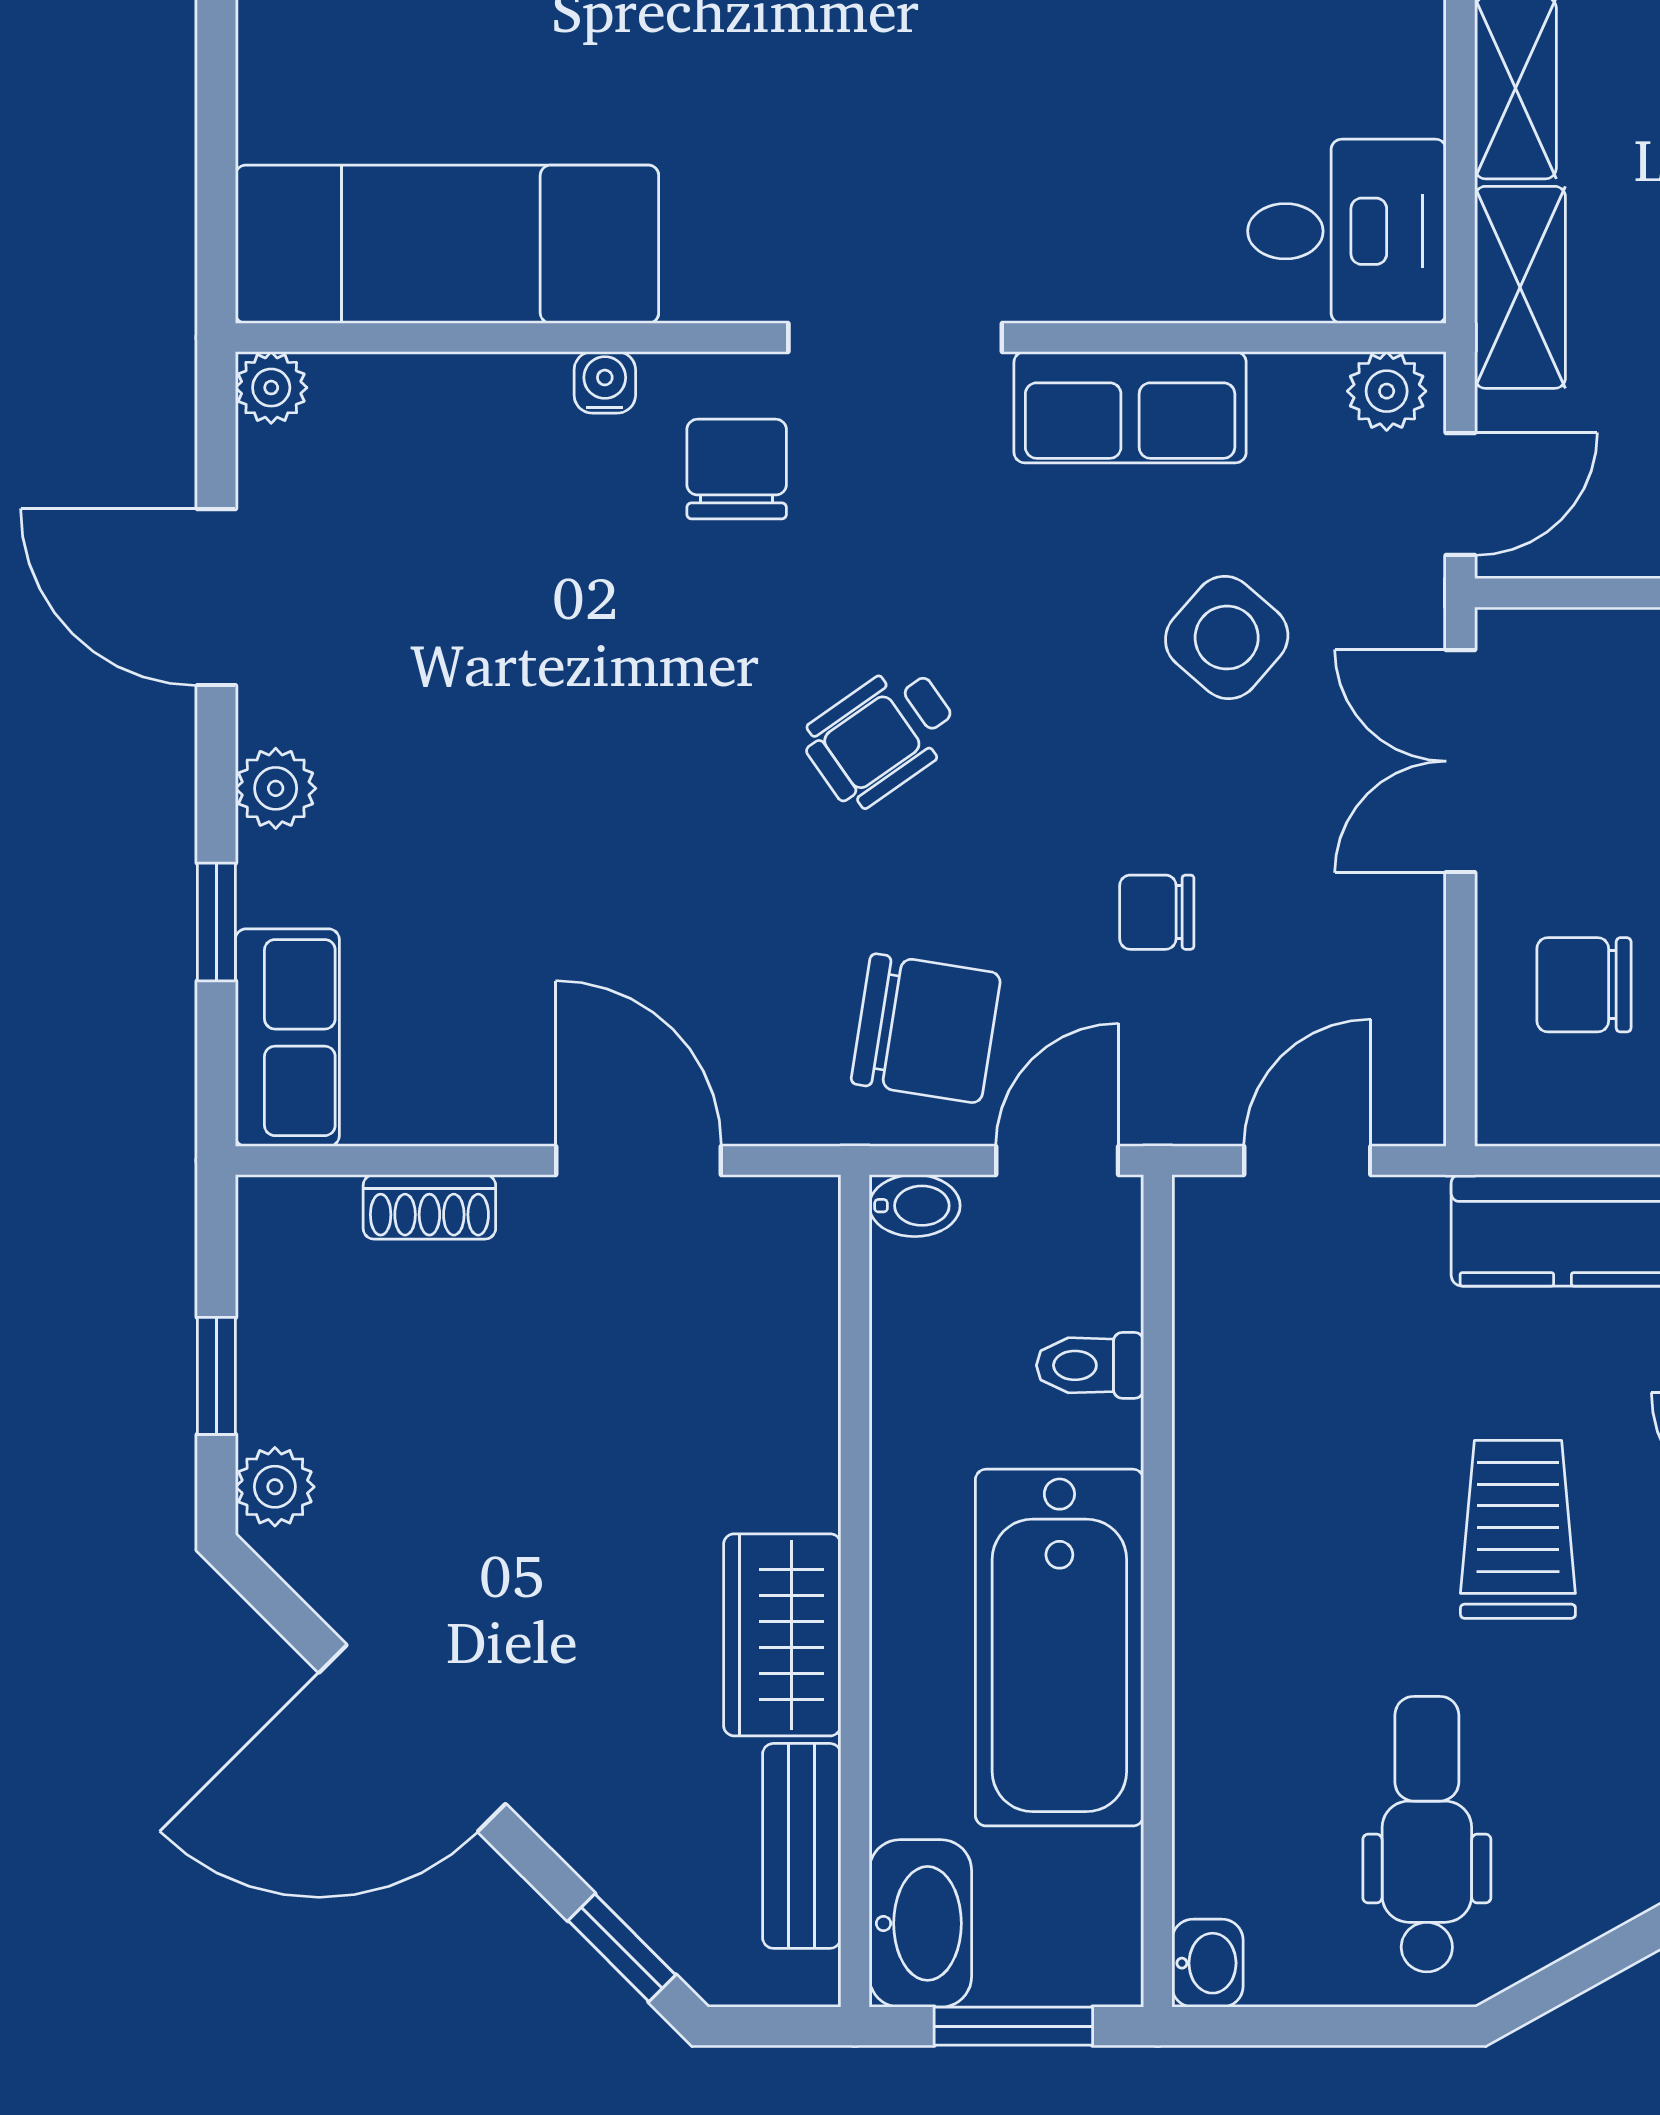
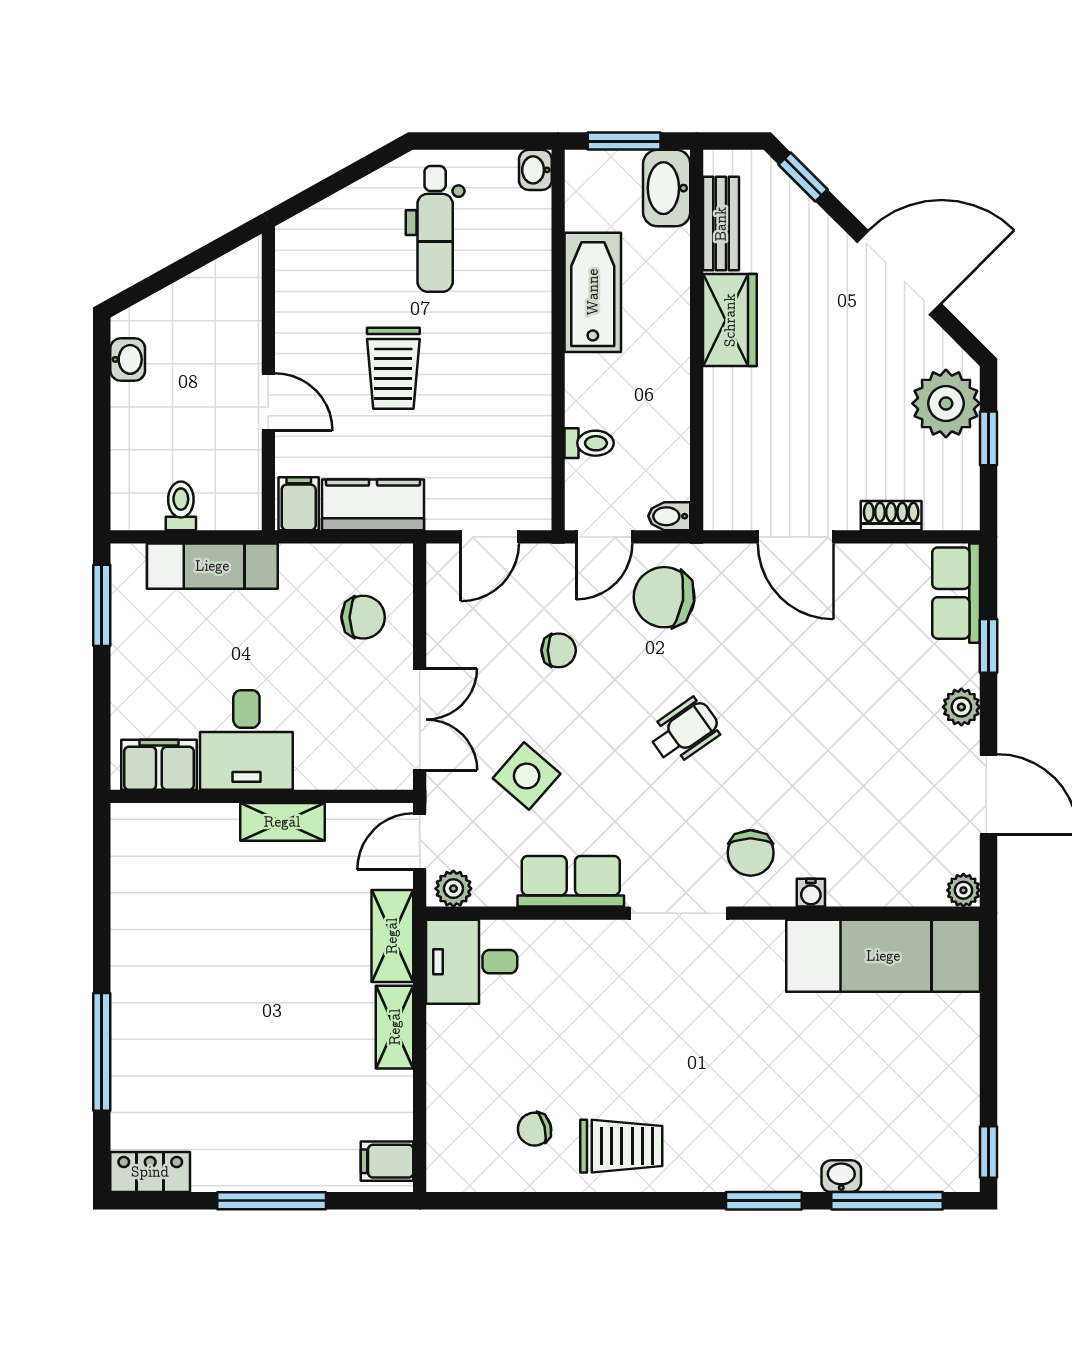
plant: (275, 1487) -> (946, 403), width x1.87, depth x1.87
bathtub: (1059, 1648) -> (593, 292), width x0.73, depth x0.73

